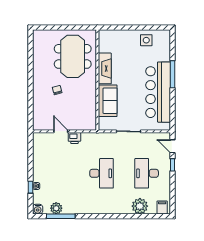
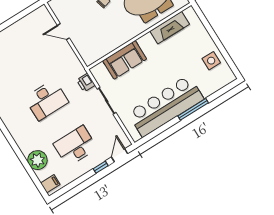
fireplace: (105, 68) -> (170, 28), moved
door: (61, 131) -> (63, 32), swing flipped
printer: (74, 138) -> (86, 83), moved

